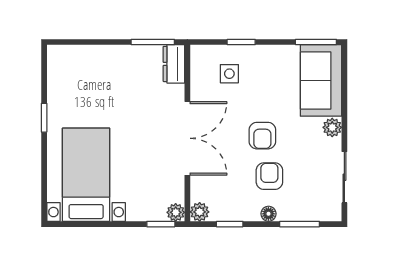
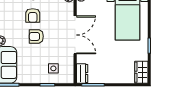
wardrobe: (59, 66) -> (141, 72), added
armchair: (262, 136) -> (36, 36), turned -90
double door: (187, 138) -> (75, 35), swing flipped

